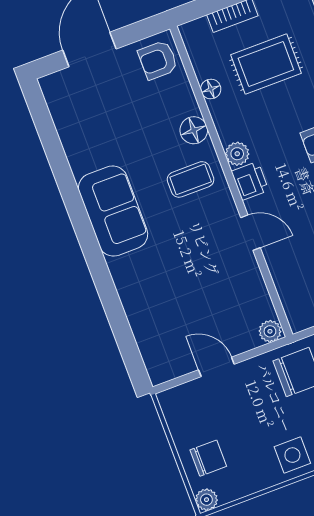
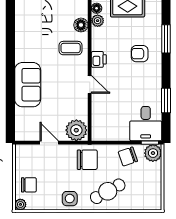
plant: (237, 154) -> (98, 21), moved
sofa: (113, 211) -> (28, 85), moved
plant: (270, 331) -> (76, 130), width x1.88, depth x1.88

